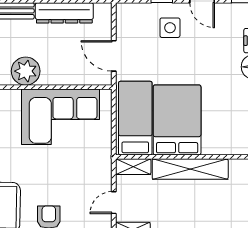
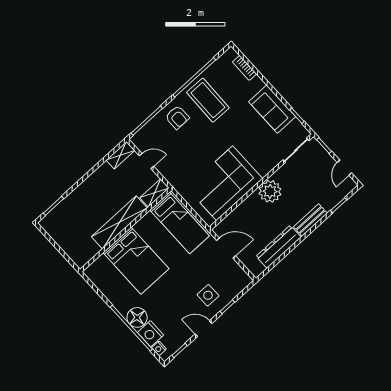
bed: (177, 120) -> (136, 261), moved
door: (114, 203) -> (147, 161), hinge flipped

